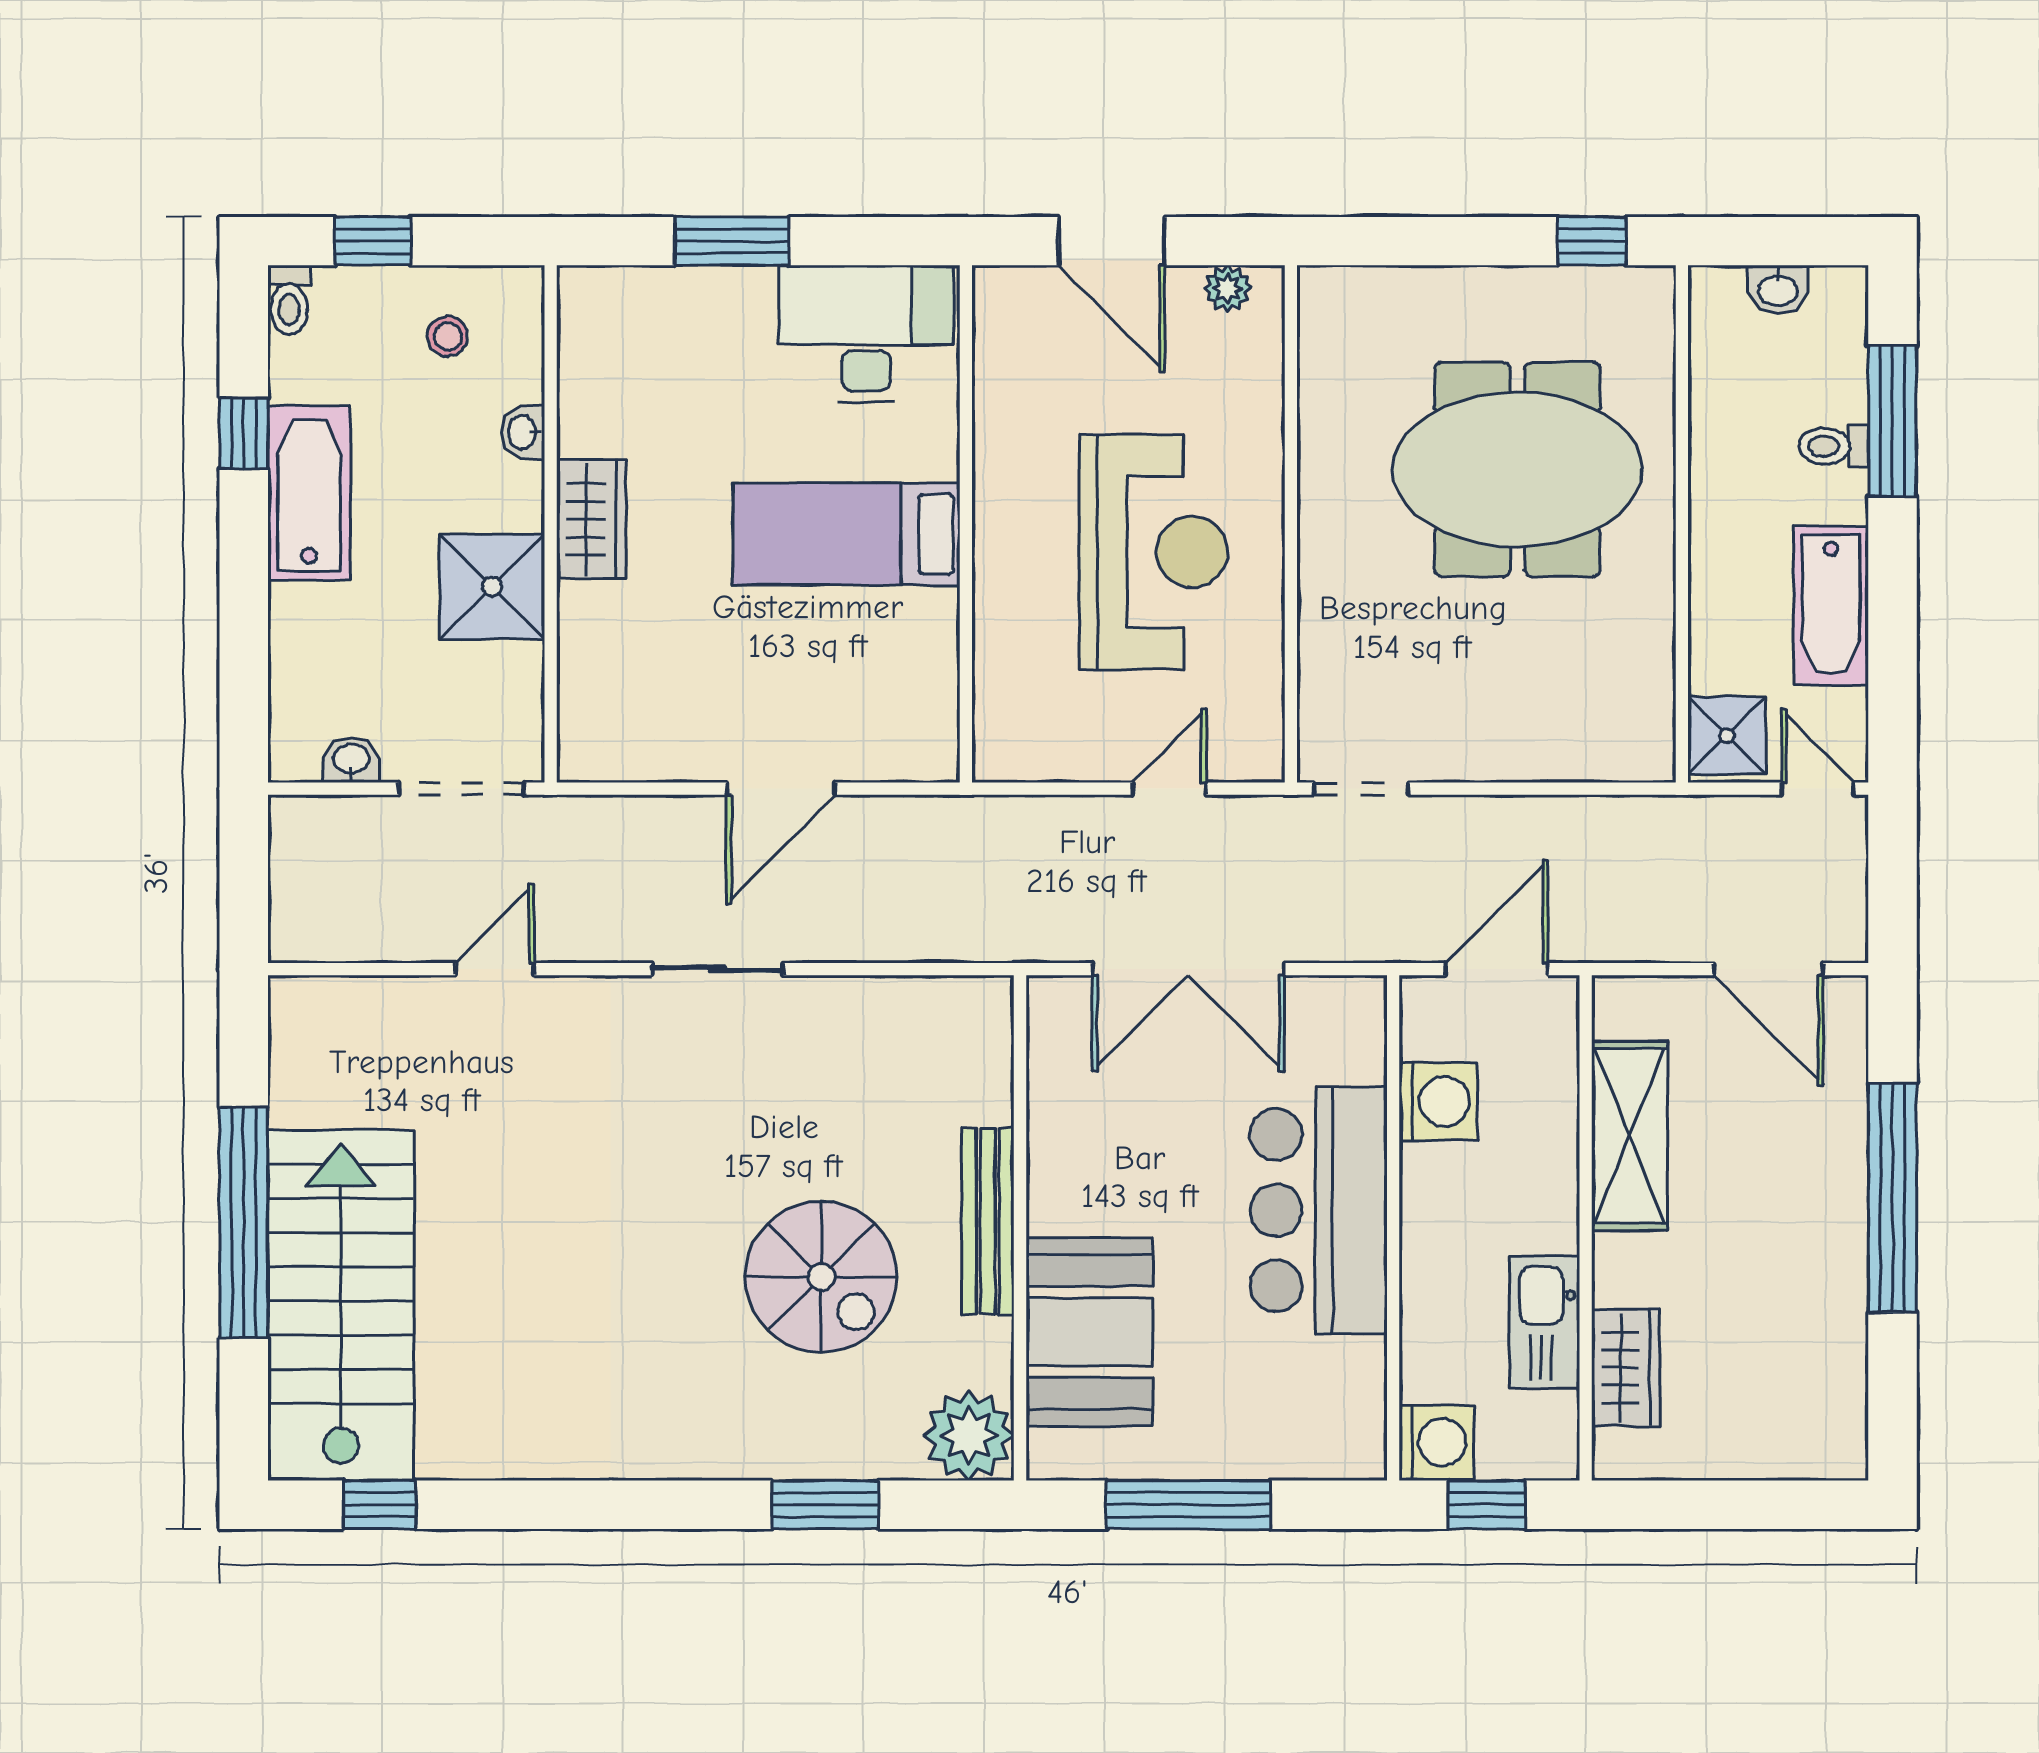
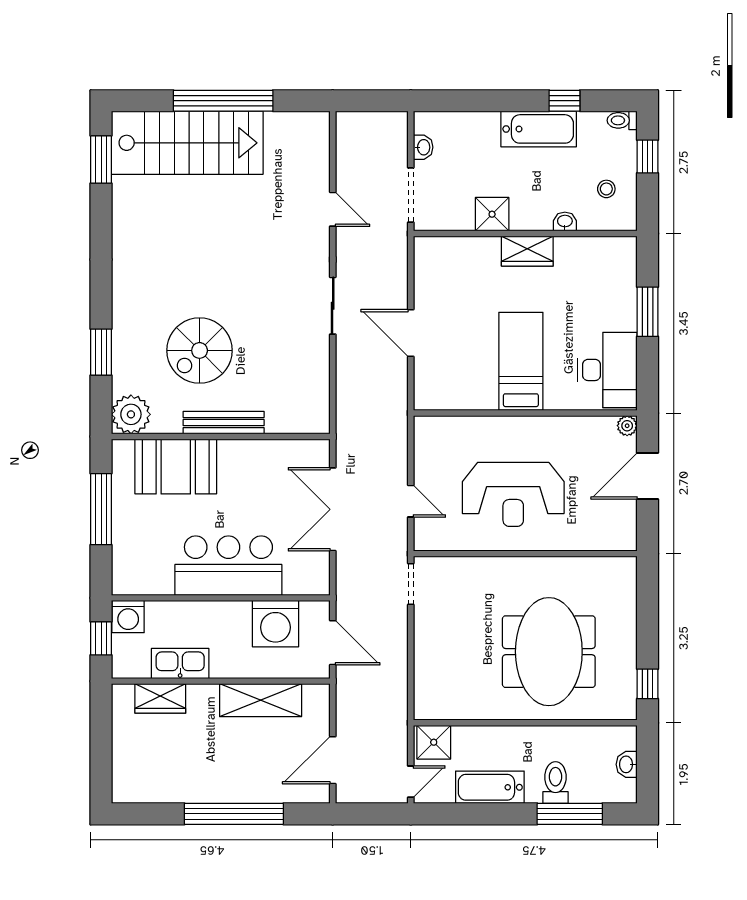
plant: (1228, 288) -> (627, 426), moved
toilet: (1834, 446) -> (555, 783), width x1.37, depth x1.39
shower: (492, 587) -> (492, 214), width x0.73, depth x0.73
washing machine: (1438, 1101) -> (275, 624), width x1.37, depth x1.37
window: (380, 1505) -> (101, 159), width x1.50

